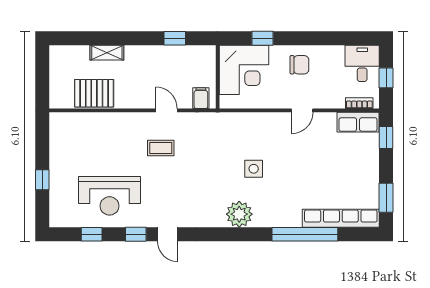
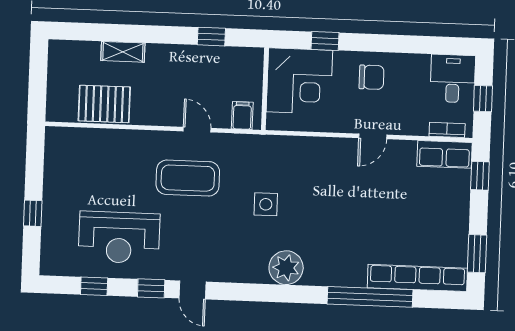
coffee table: (161, 148) -> (188, 178), width x1.86, depth x1.72
side table: (254, 169) -> (266, 204), moved

